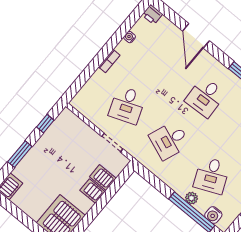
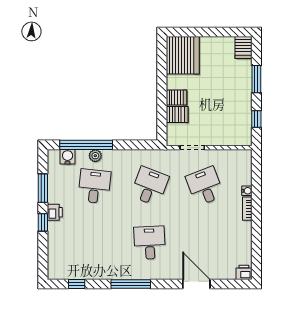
water cooler: (130, 37) -> (247, 191), moved
desk: (212, 175) -> (94, 186), turned 30

